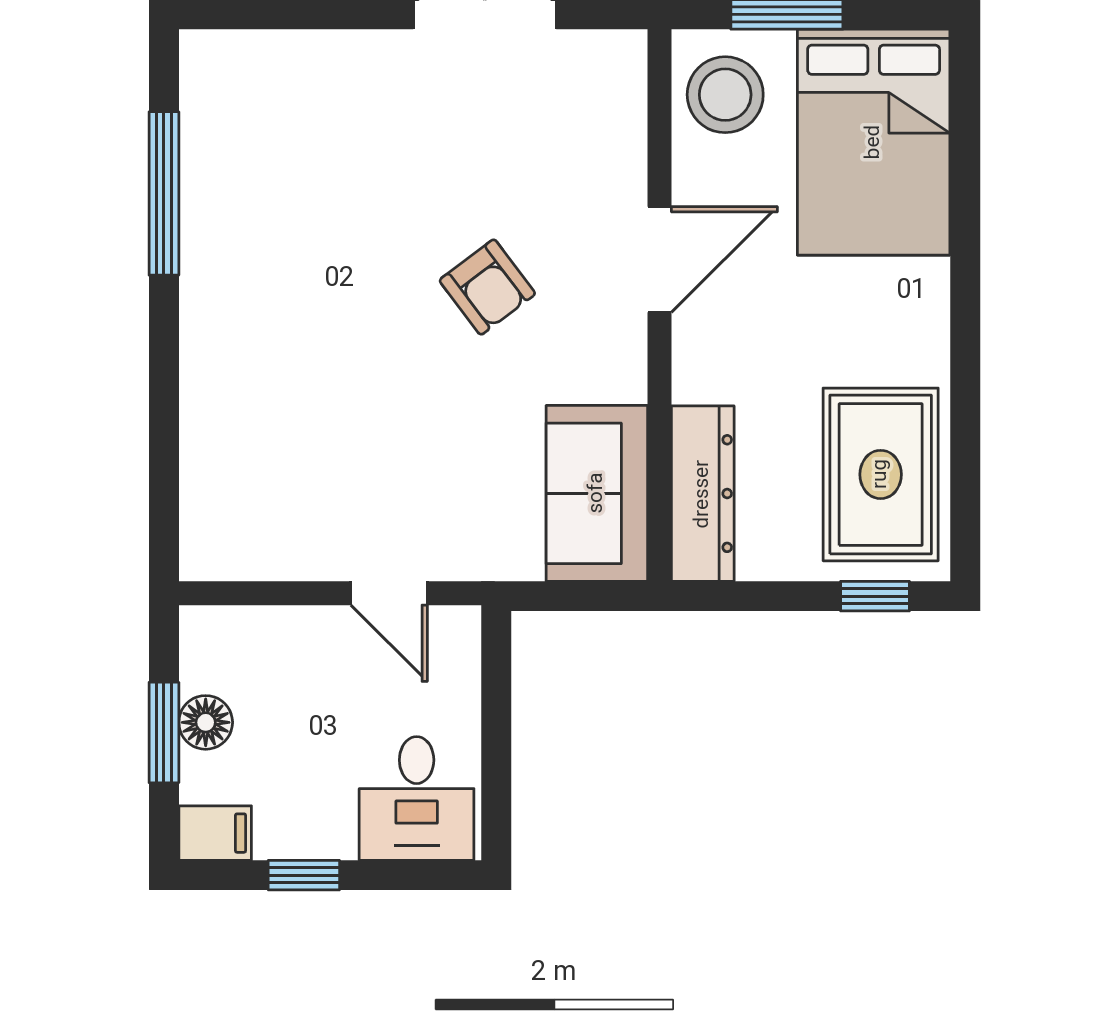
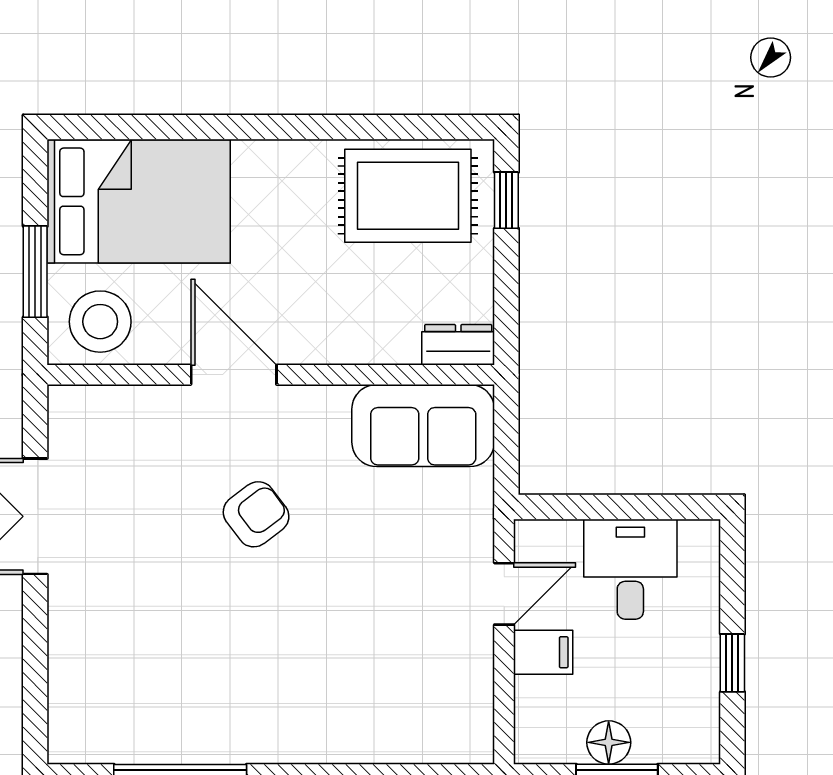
dresser: (703, 494) -> (458, 345), width x0.51, depth x0.80
desk: (417, 798) -> (630, 569), moved, turned -90
filing cabinet: (215, 833) -> (543, 652), moved, turned 90

